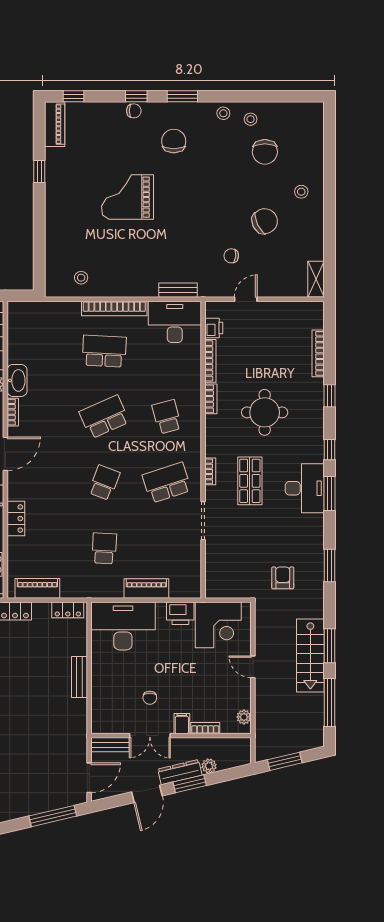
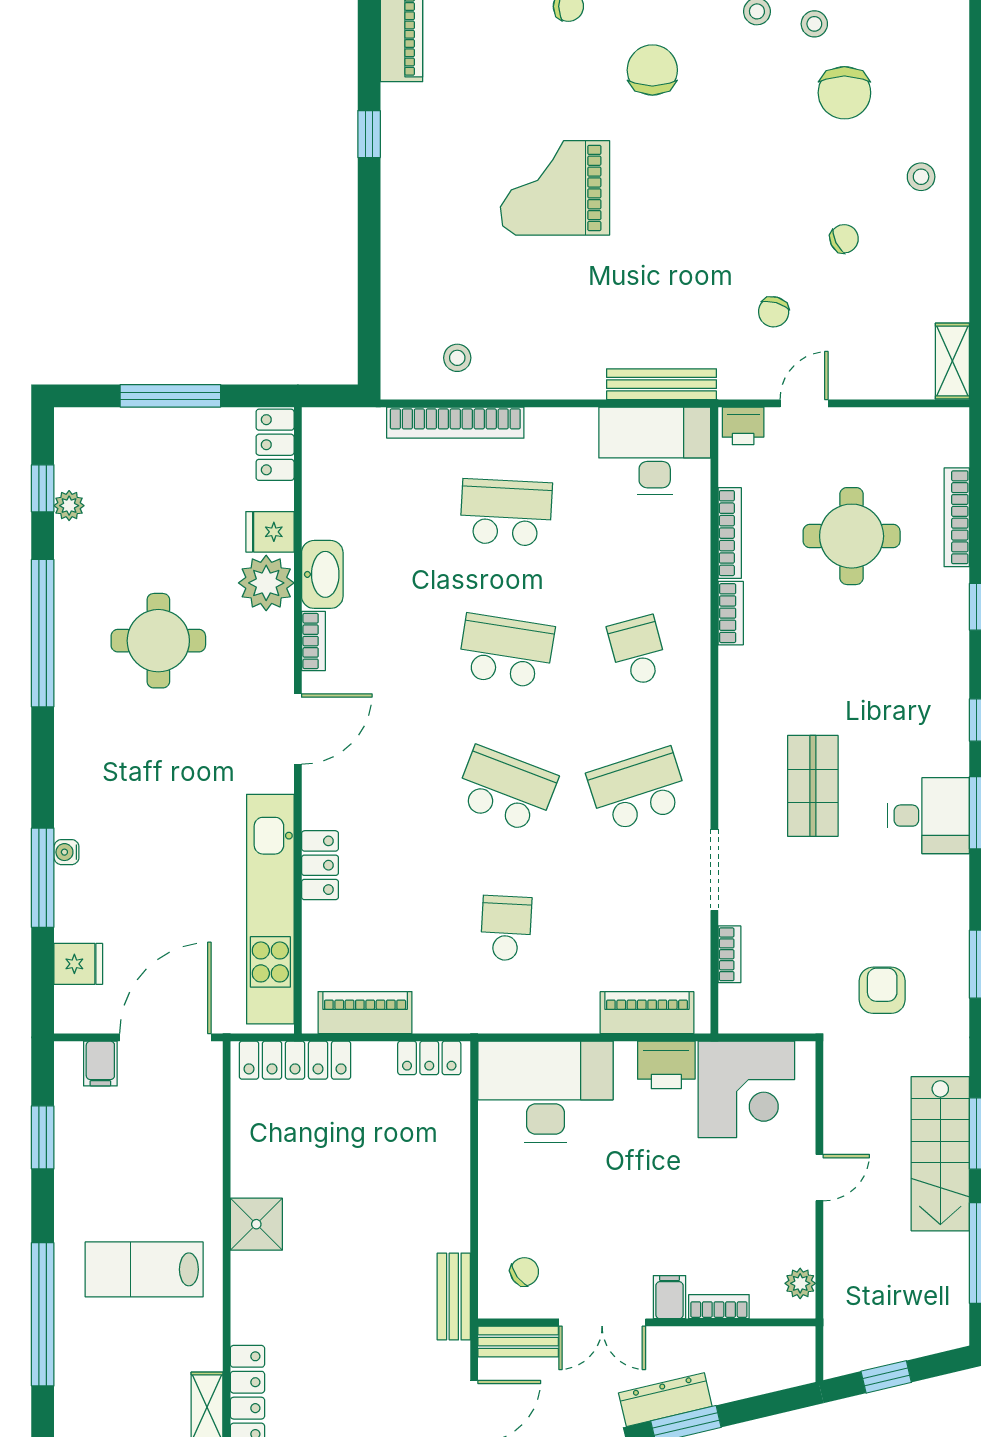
chair: (265, 221) -> (844, 239), width x0.54, depth x0.54
chair: (231, 256) -> (774, 312), turned -79
bench: (178, 290) -> (661, 384), width x1.36
bookcase: (114, 308) -> (455, 423), moved
printer: (214, 328) -> (743, 426), moved, turned 90
round table: (265, 412) -> (852, 536), moved
school desk: (104, 417) -> (506, 651), turned 33
bookcase: (210, 471) -> (729, 954), moved
school desk: (104, 483) -> (506, 790), width x1.85
desk: (305, 488) -> (928, 816), width x0.73
piano: (146, 588) -> (647, 1013), moved
door: (253, 667) -> (819, 1178), swing flipped
bench: (79, 677) -> (454, 1296), moved
chair: (150, 698) -> (524, 1272), moved, turned -126
window: (285, 761) -> (886, 1377), width x0.67
plant: (209, 766) -> (727, 1387), removed

